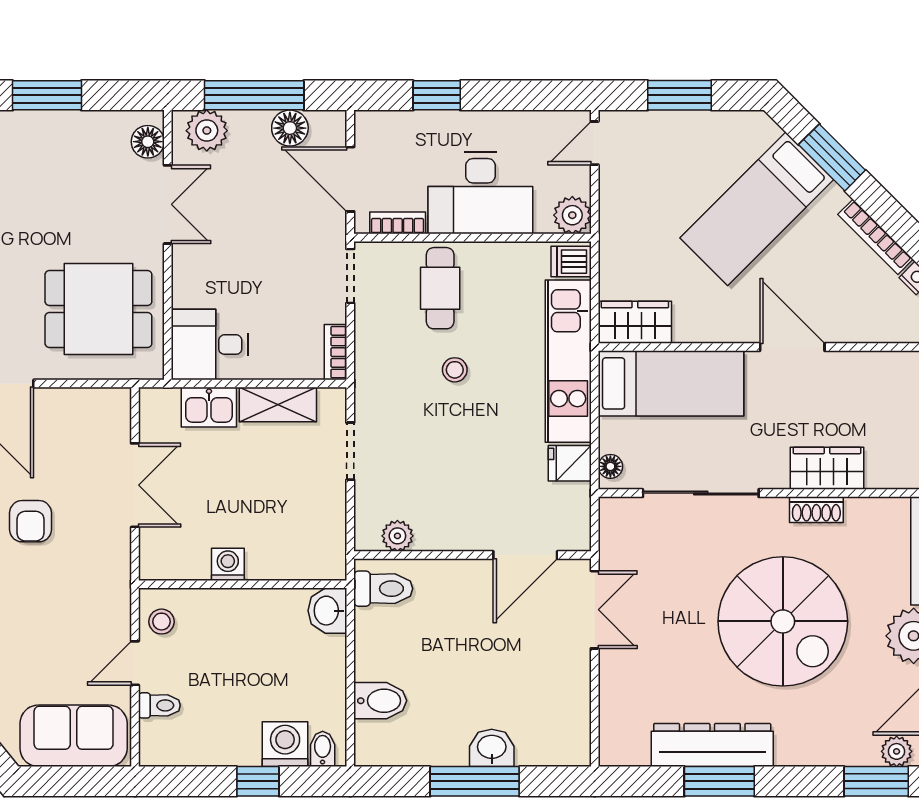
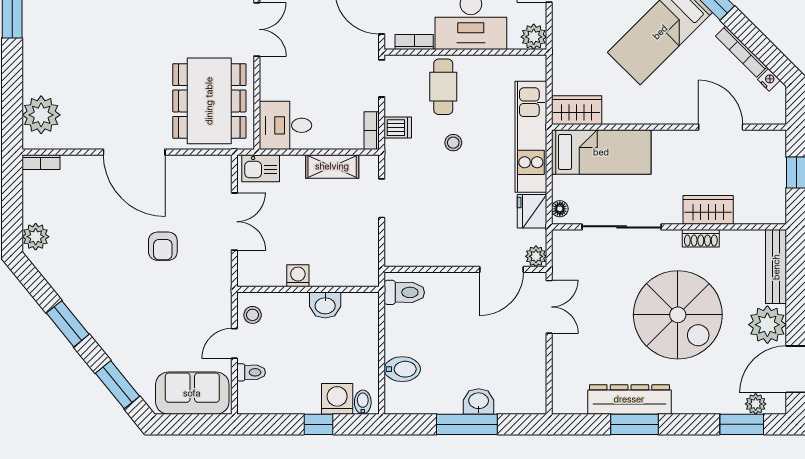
dishwasher: (571, 262) -> (398, 128), moved, turned 180
dining table: (98, 309) -> (209, 101), width x1.38
door: (792, 347) -> (721, 127), moved
kitchen sink: (209, 407) -> (261, 168), moved
fridge: (570, 463) -> (532, 211), width x1.38
plant: (397, 536) -> (536, 256), moved
washbasin: (327, 611) -> (325, 305), moved, turned -90

